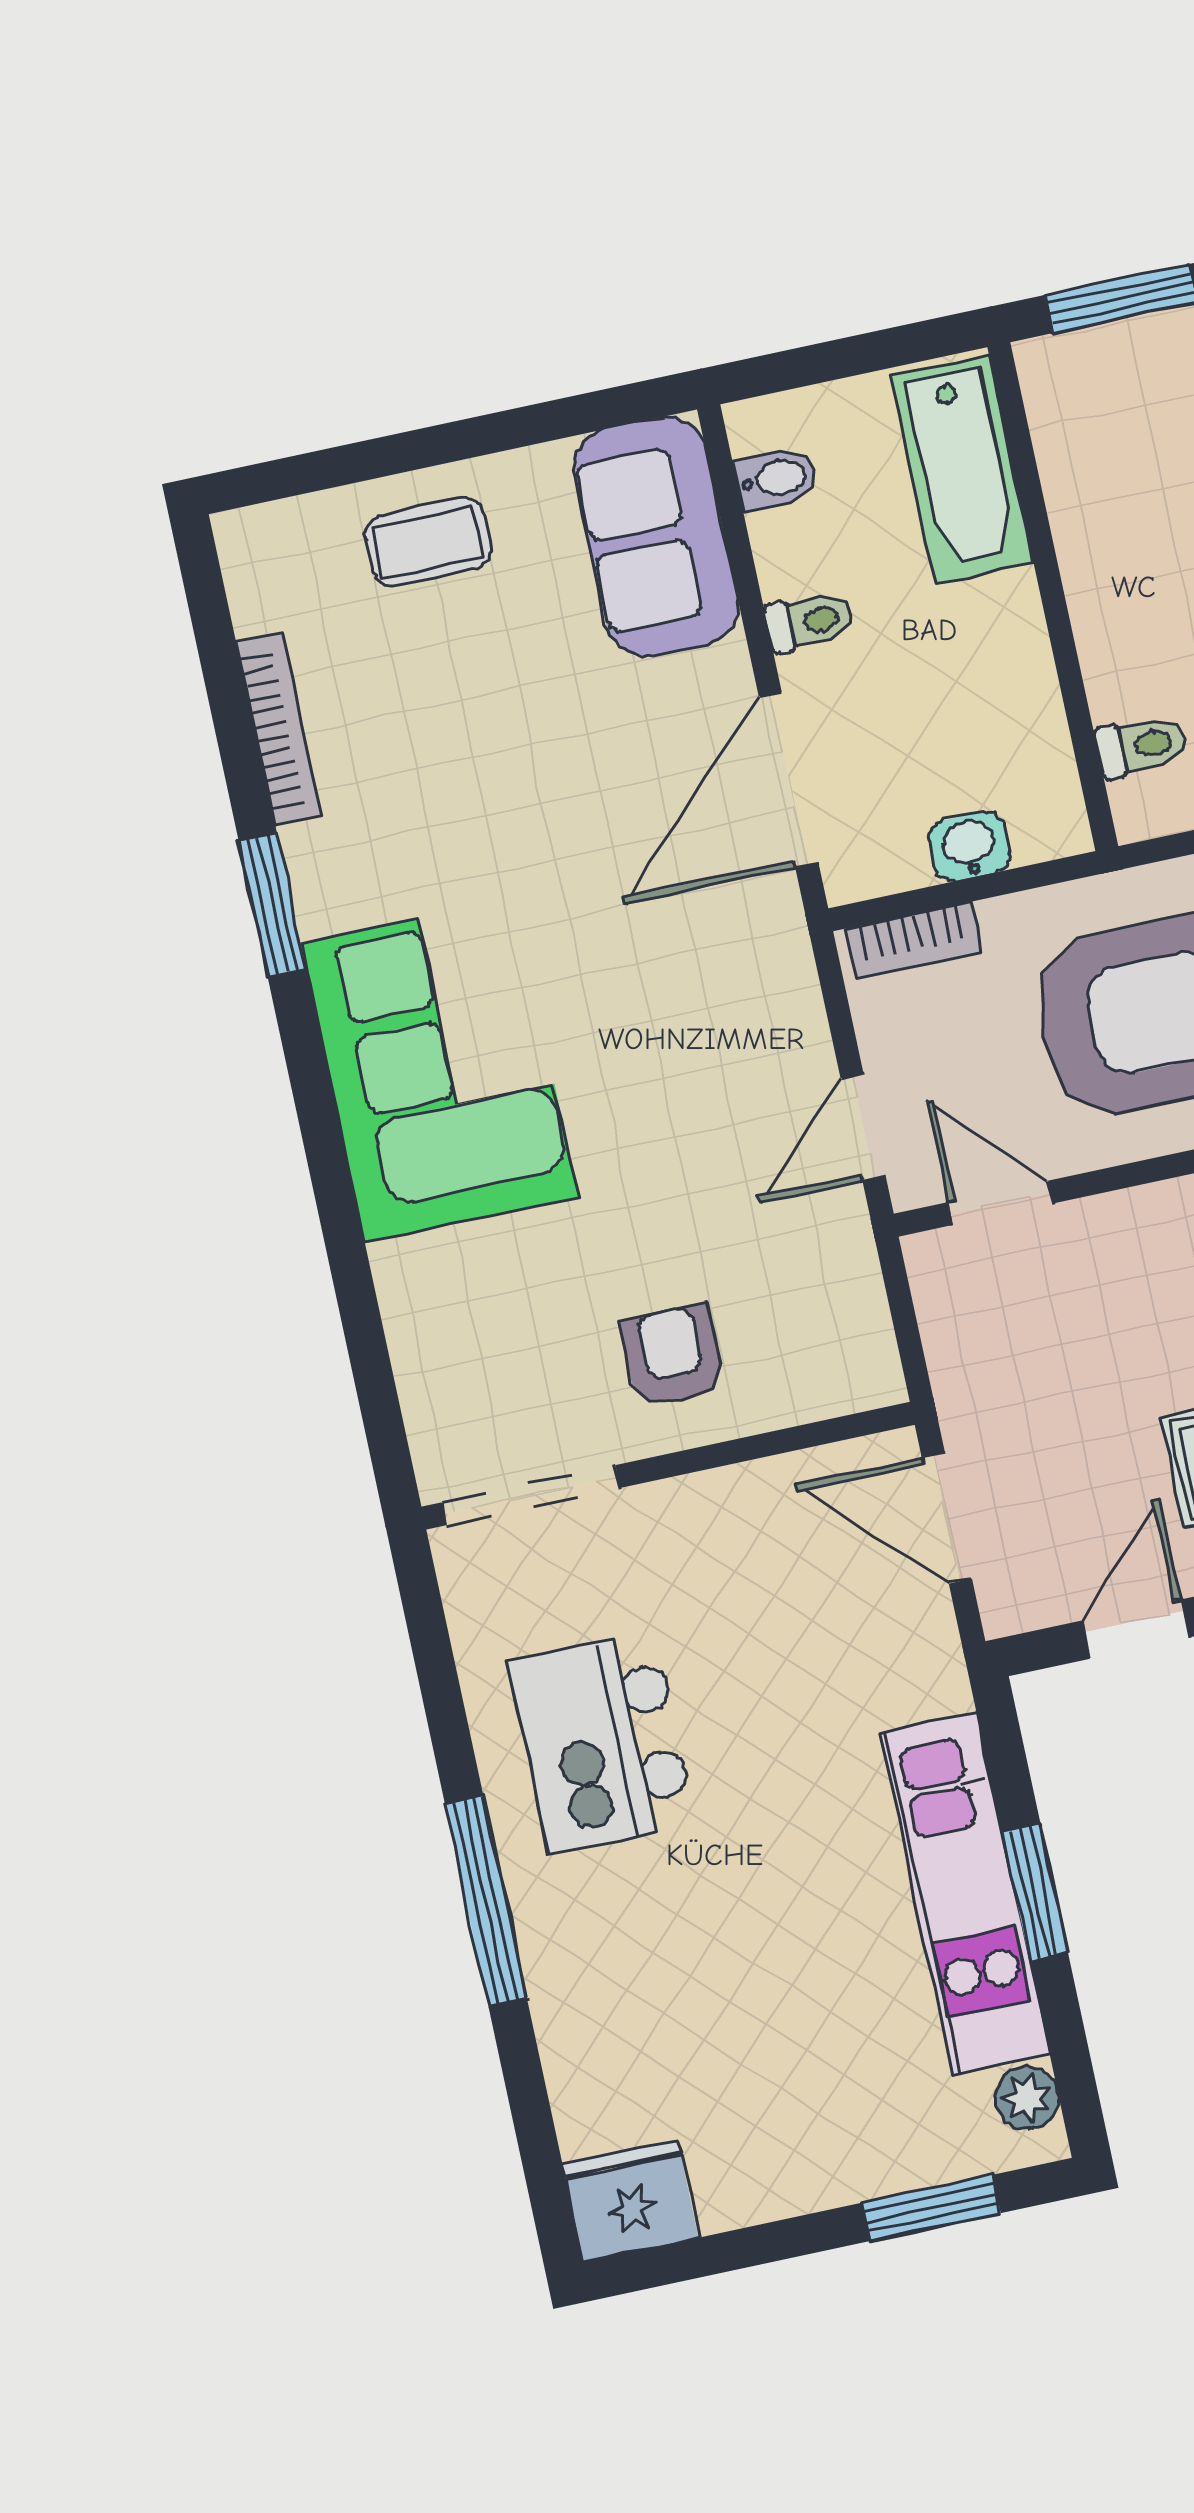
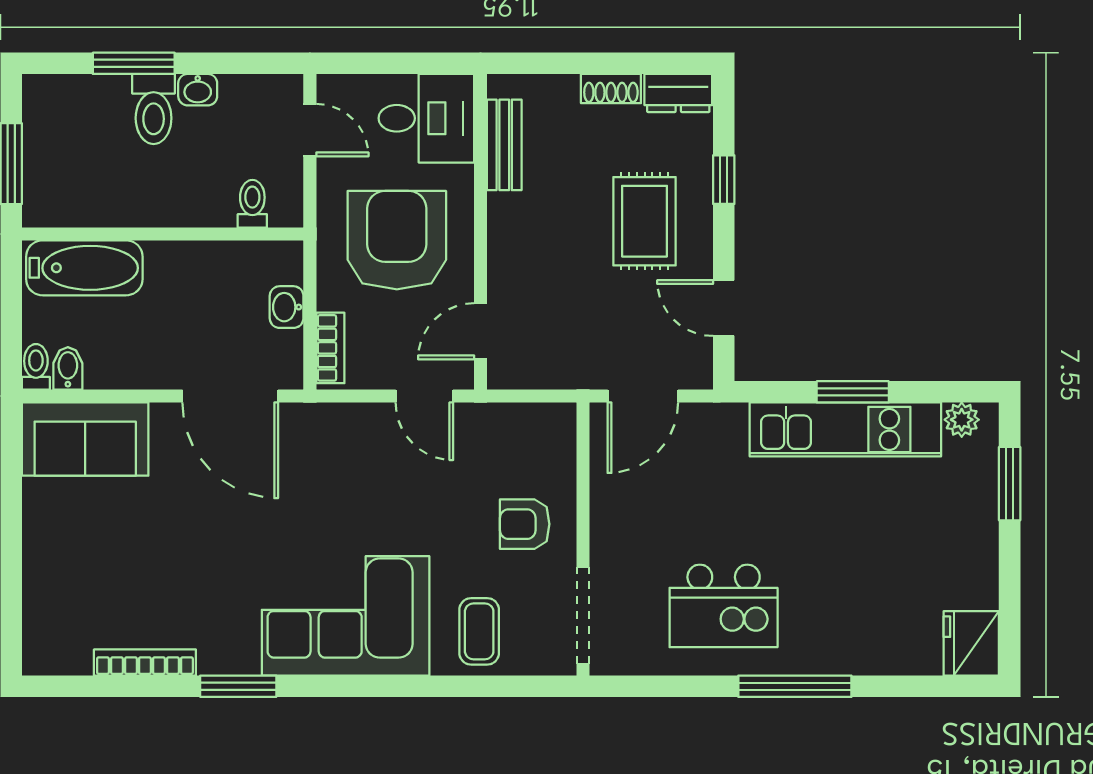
coffee table: (428, 542) -> (479, 631), moved
toilet: (809, 622) -> (36, 367), moved

